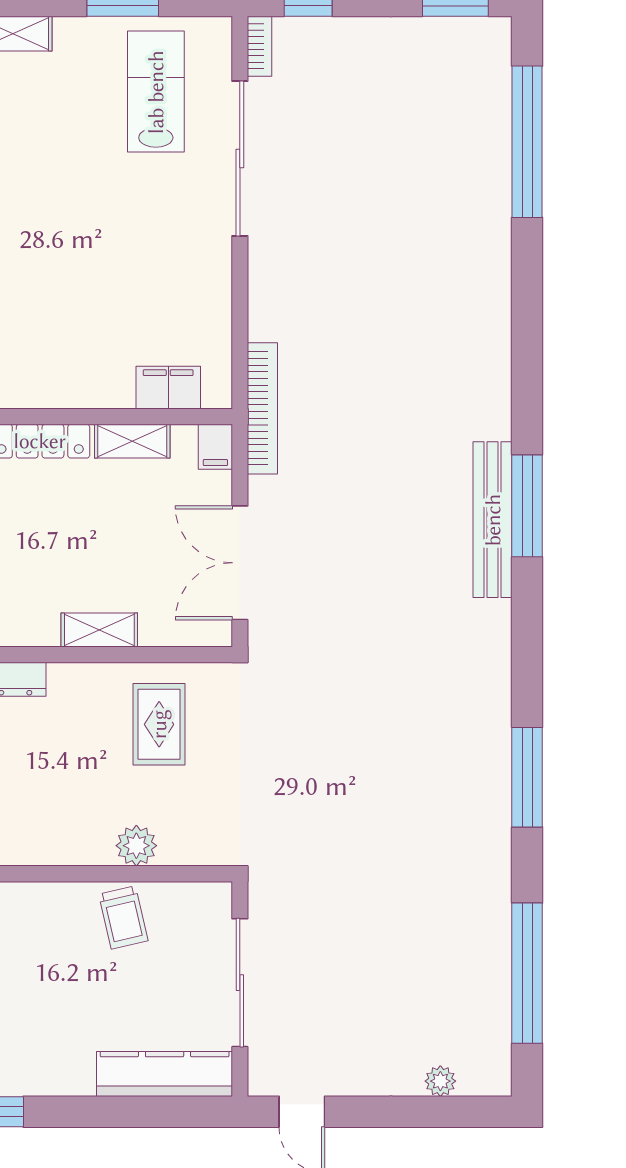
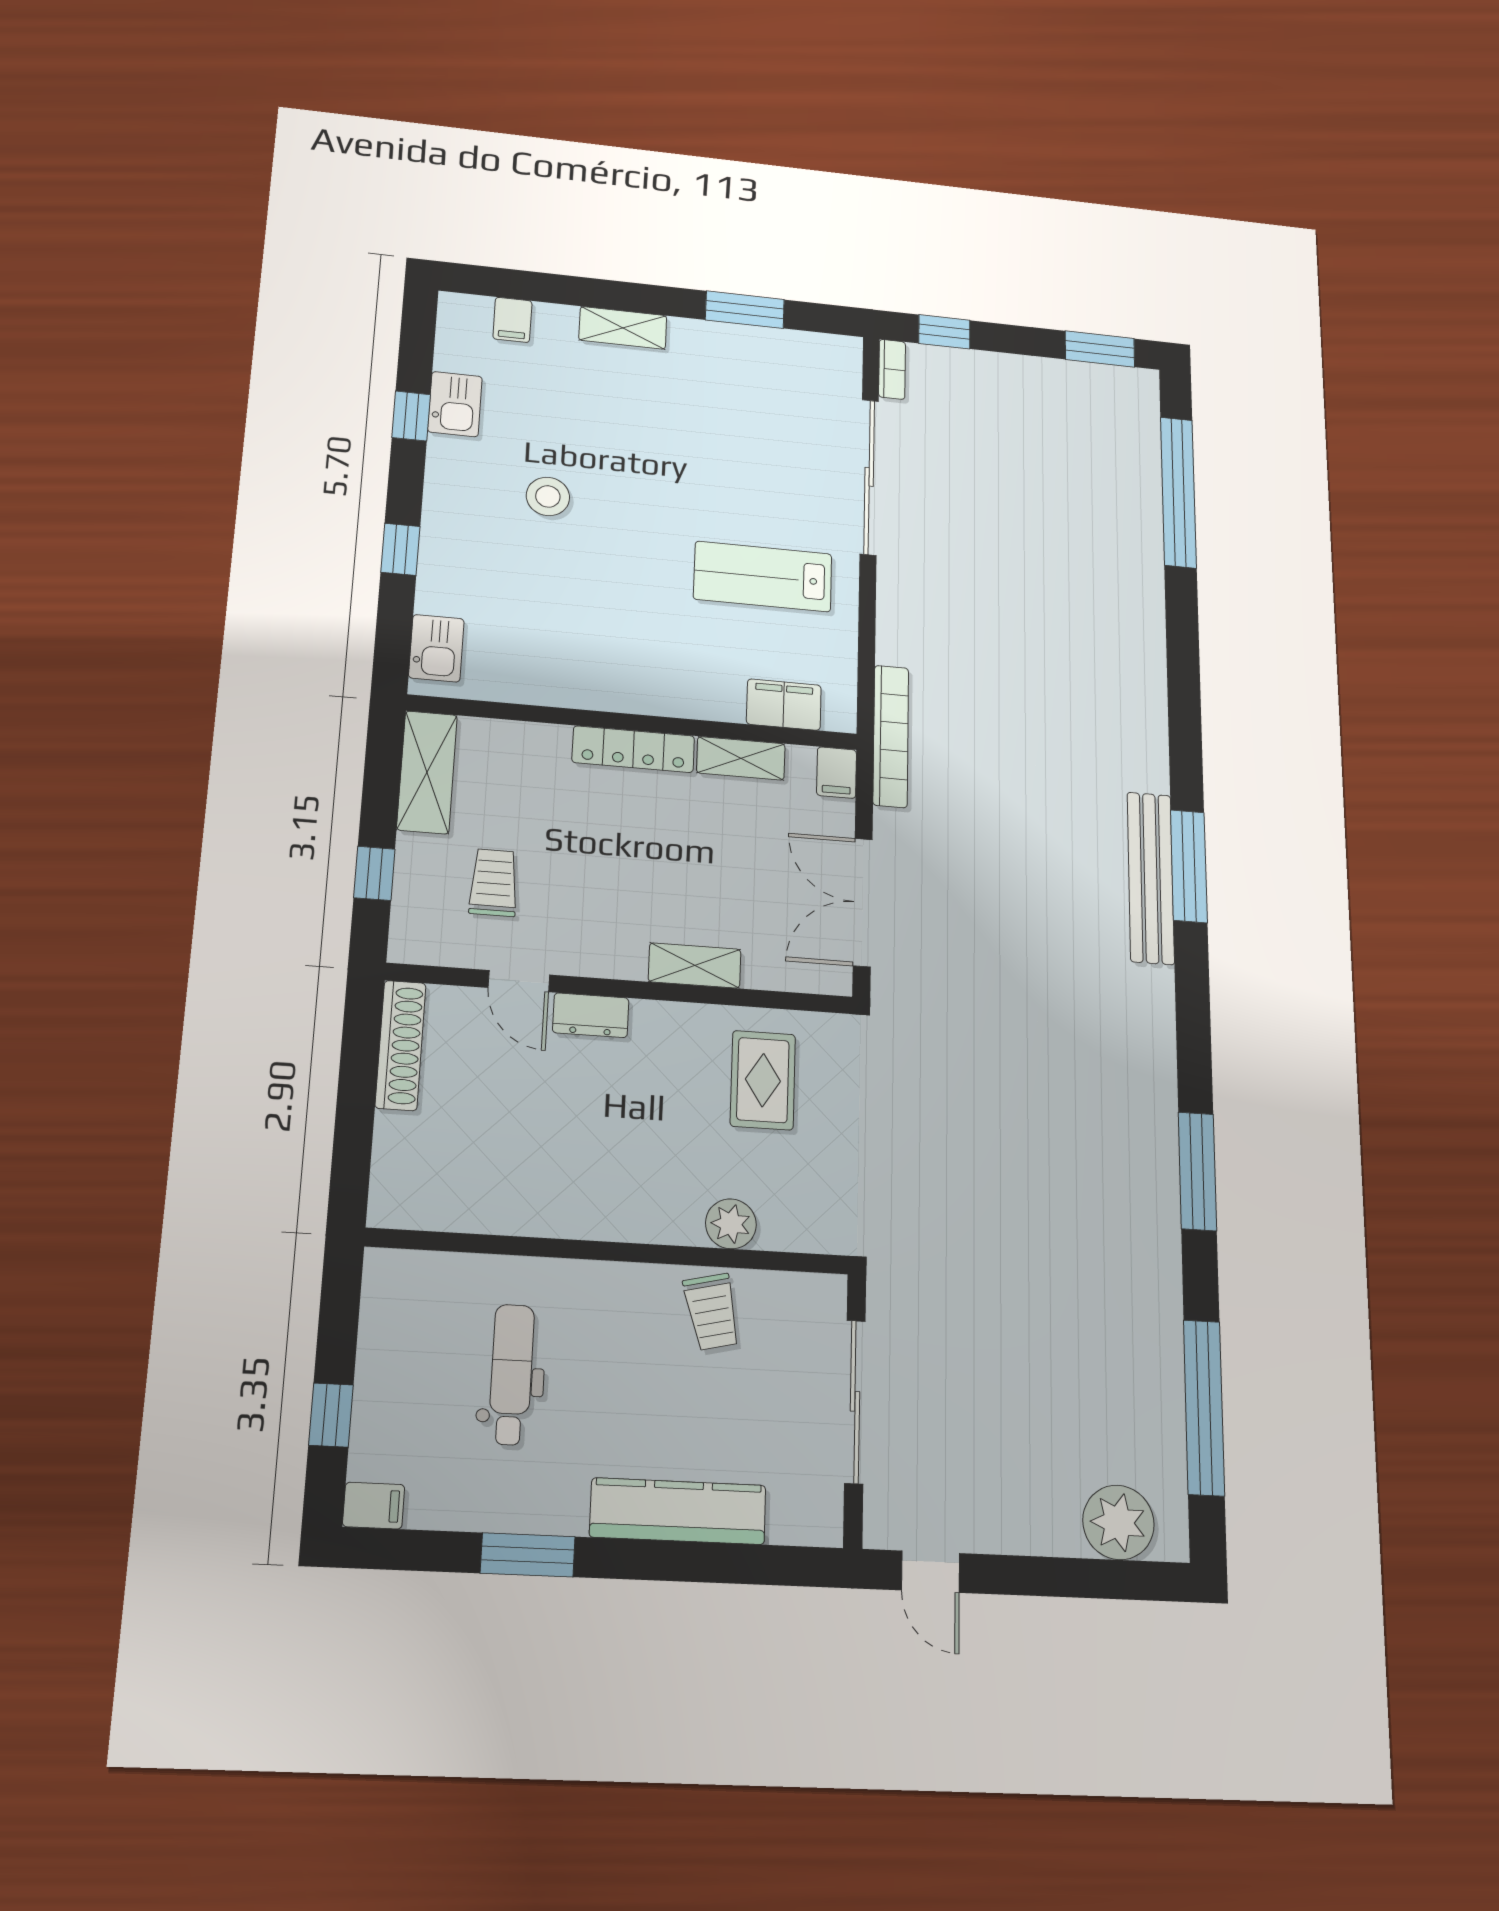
lab bench: (156, 92) -> (763, 577), moved, turned -90
kitchen counter: (165, 1074) -> (678, 1511), moved
plant: (440, 1081) -> (1118, 1522), width x1.88, depth x1.88

